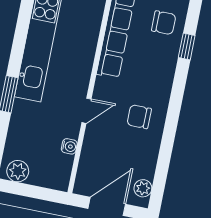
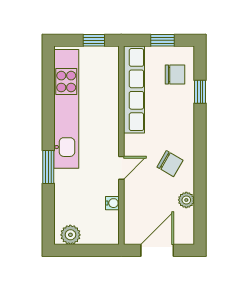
chair: (139, 117) -> (170, 164), turned -150
plant: (143, 188) -> (186, 200), moved

